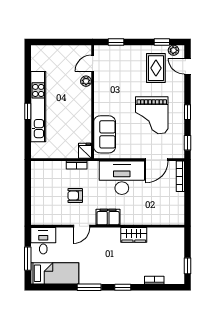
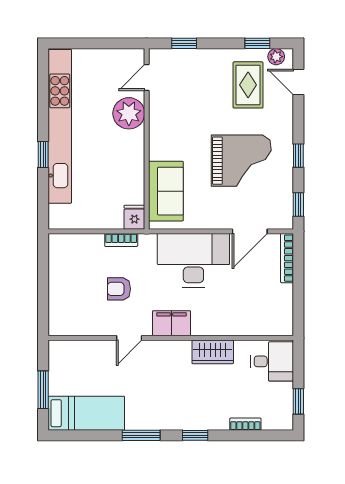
plant: (86, 81) -> (129, 113), width x1.88, depth x1.88
kitchen unit: (38, 107) -> (60, 126), width x1.36
grand piano: (152, 115) -> (241, 161), turned -90
desk: (43, 241) -> (272, 361), moved, turned 90

